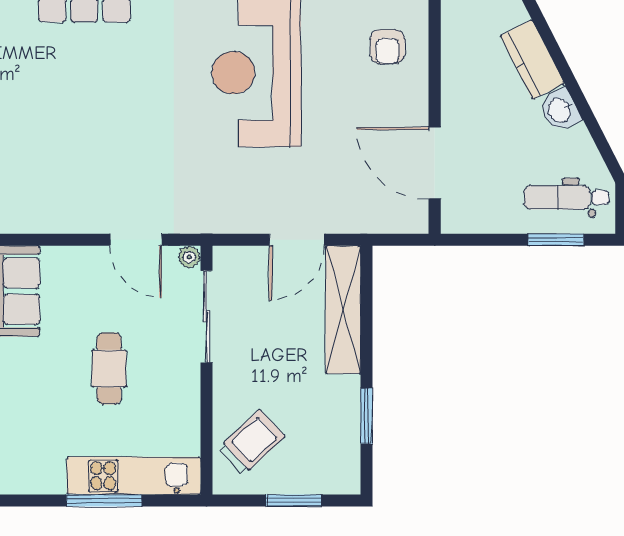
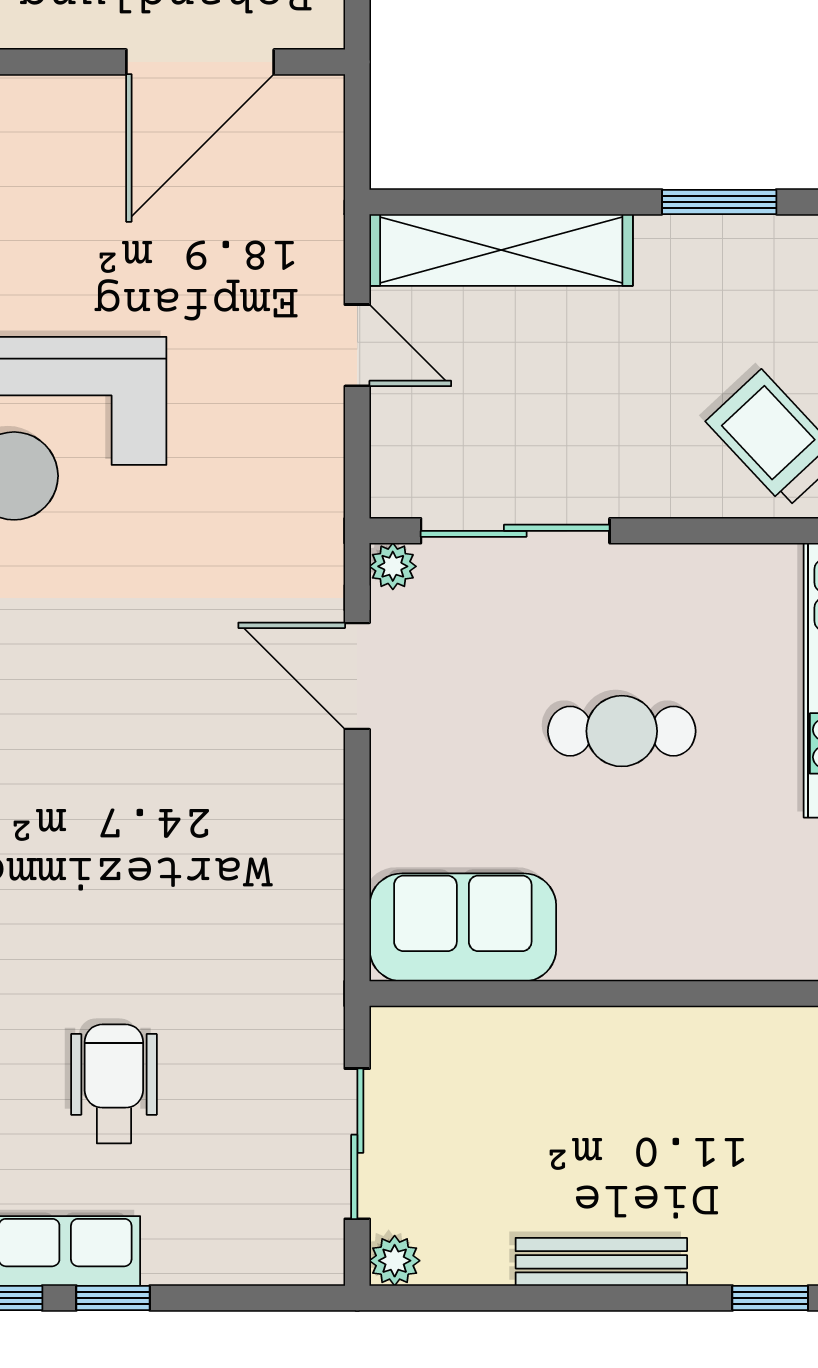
door: (136, 240) -> (357, 676), swing flipped
door: (297, 240) -> (357, 345), width x0.73

